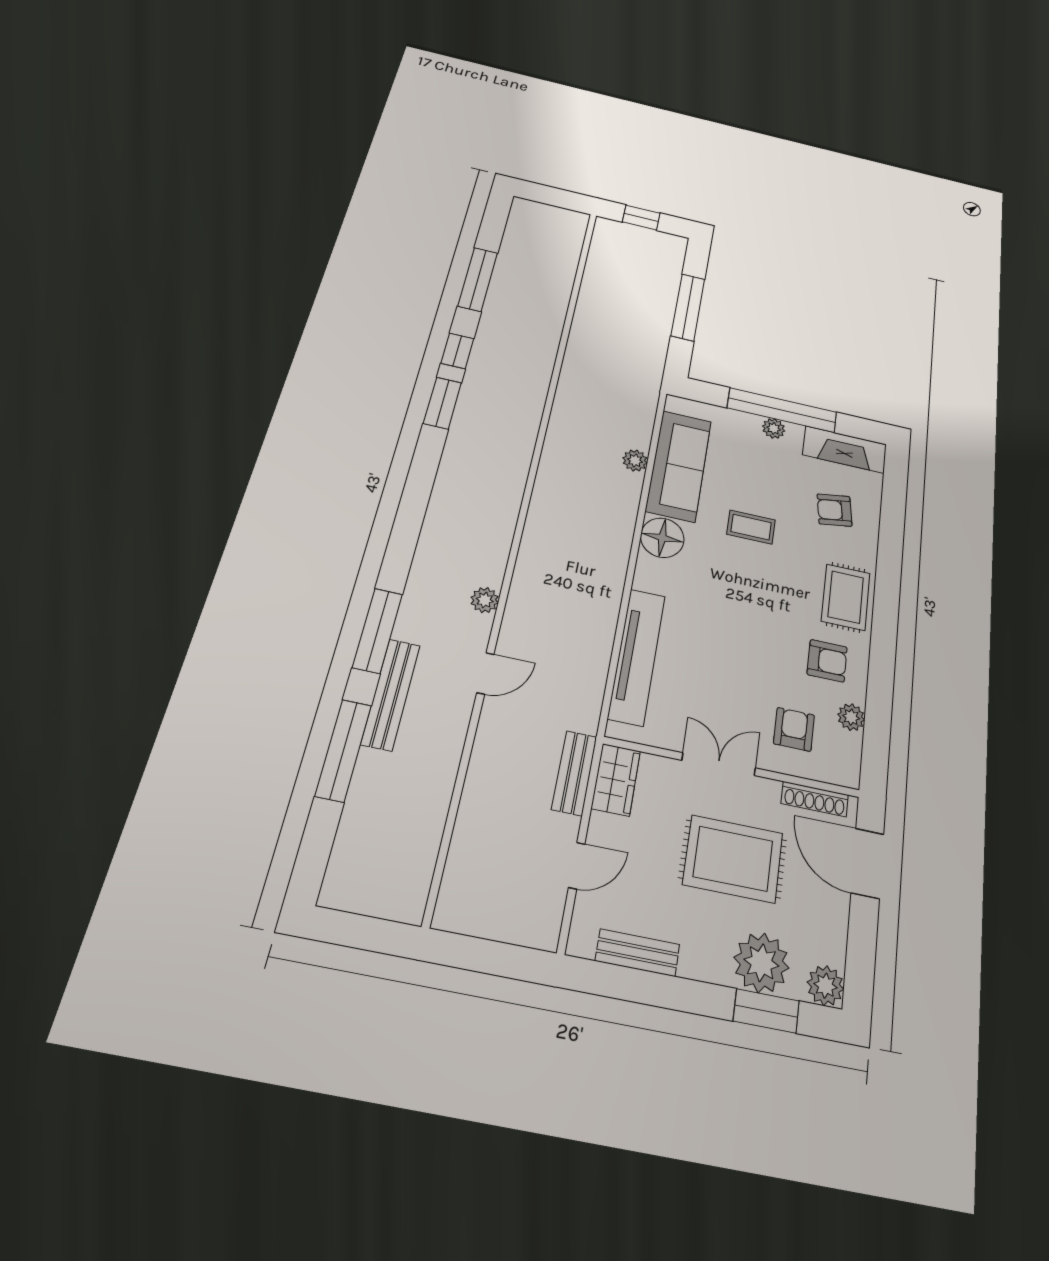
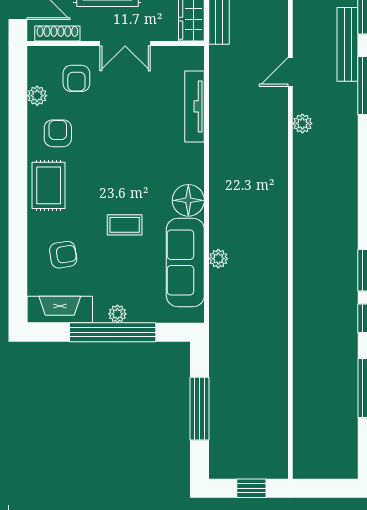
tv unit: (637, 656) -> (195, 106), width x0.73, depth x0.78
armchair: (827, 661) -> (58, 133), turned 90

